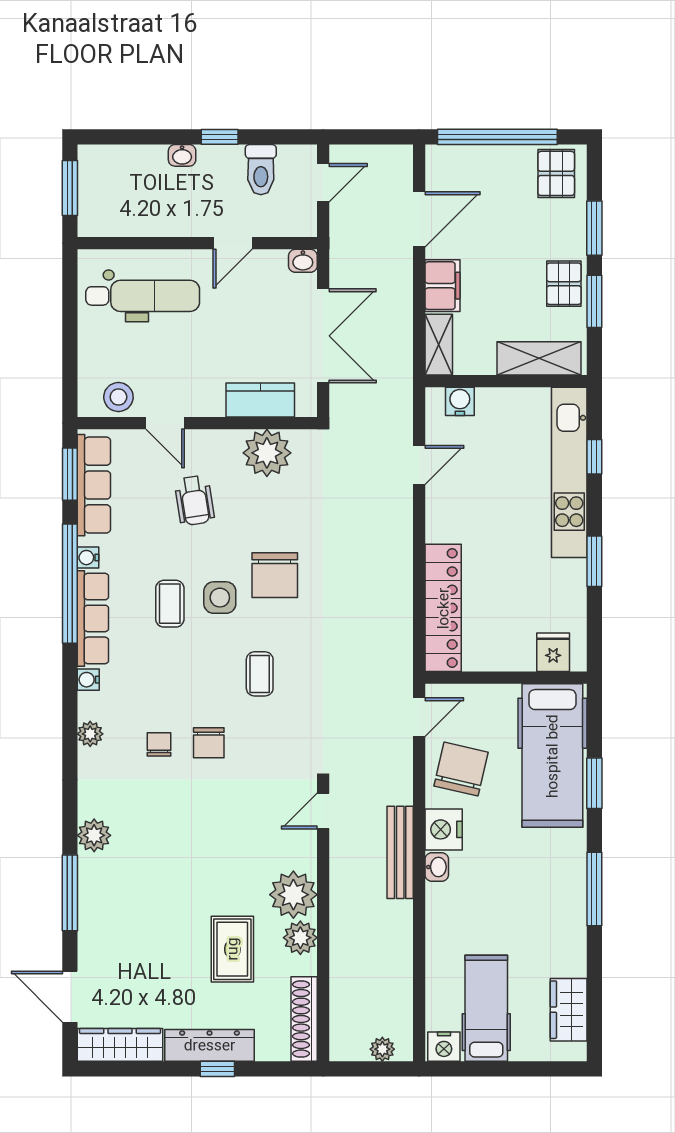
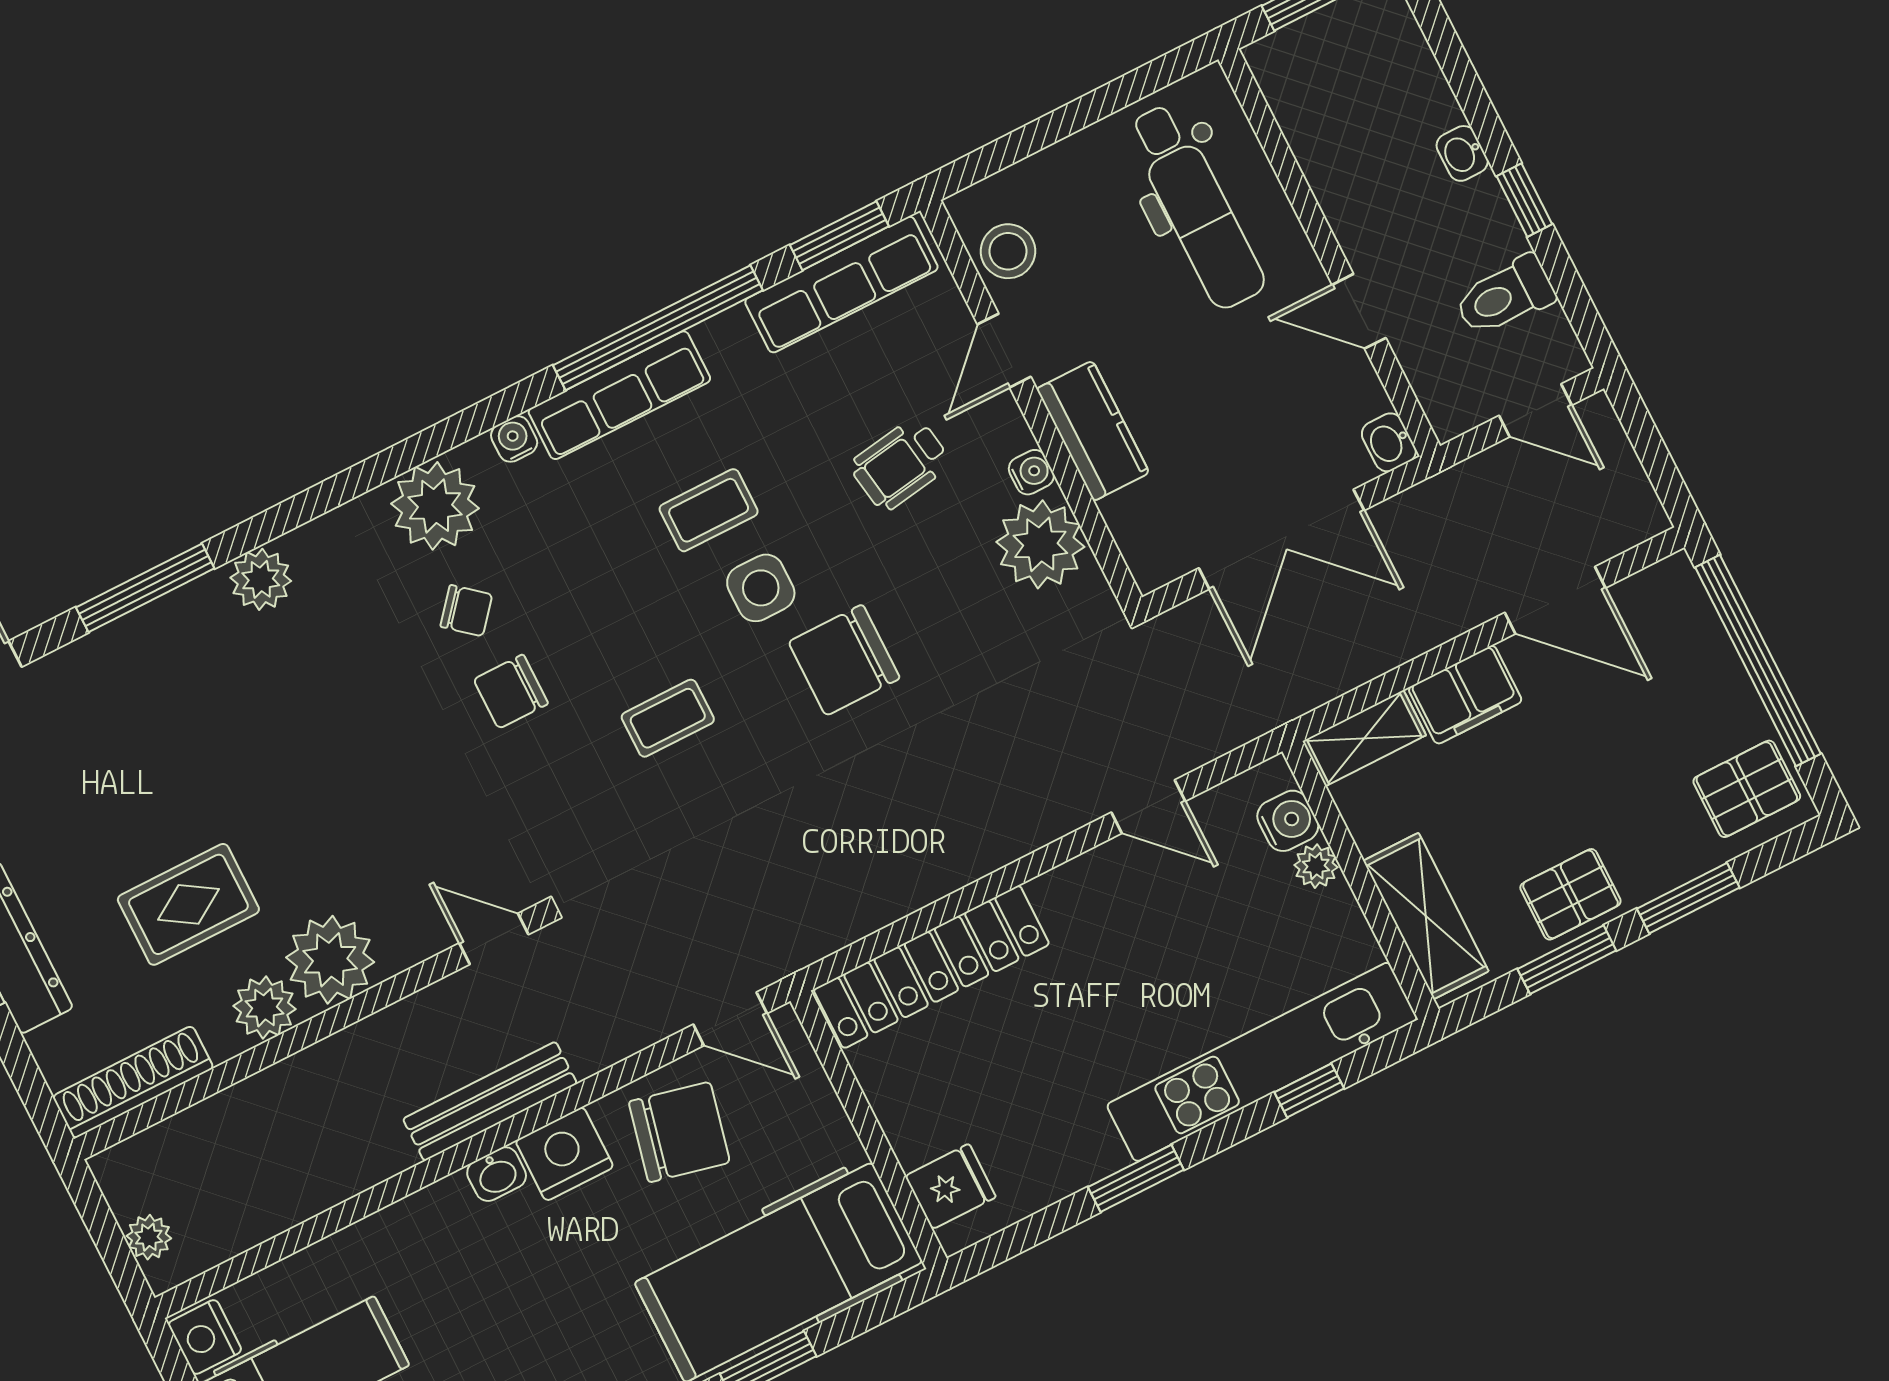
plant: (488, 399) -> (1316, 866), added
kitchen counter: (260, 400) -> (1093, 431), moved
water cooler: (88, 558) -> (1031, 472), moved, turned 90
plant: (90, 734) -> (435, 506), width x1.87, depth x1.87
chair: (159, 744) -> (466, 611), turned 40

